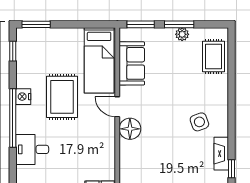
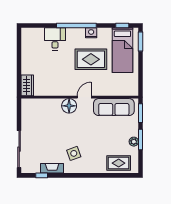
bed: (99, 60) -> (122, 50), moved, turned -90
sofa: (132, 63) -> (114, 107), width x1.36

